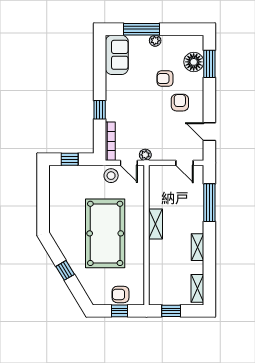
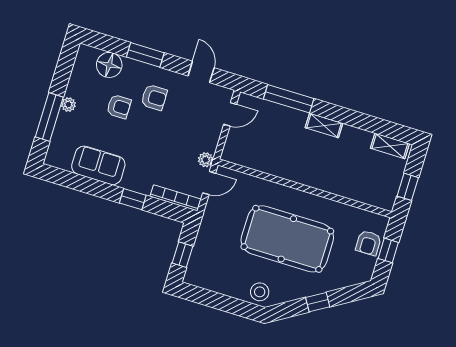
sofa: (117, 55) -> (98, 165), moved
window: (209, 64) -> (145, 55), moved
armchair: (165, 79) -> (119, 107), turned -90
armchair: (180, 103) -> (154, 97), turned 180
door: (209, 132) -> (201, 72), swing flipped
stool: (111, 176) -> (260, 292), moved
shelving: (155, 224) -> (295, 173), removed
shelving: (198, 247) -> (324, 125), moved

